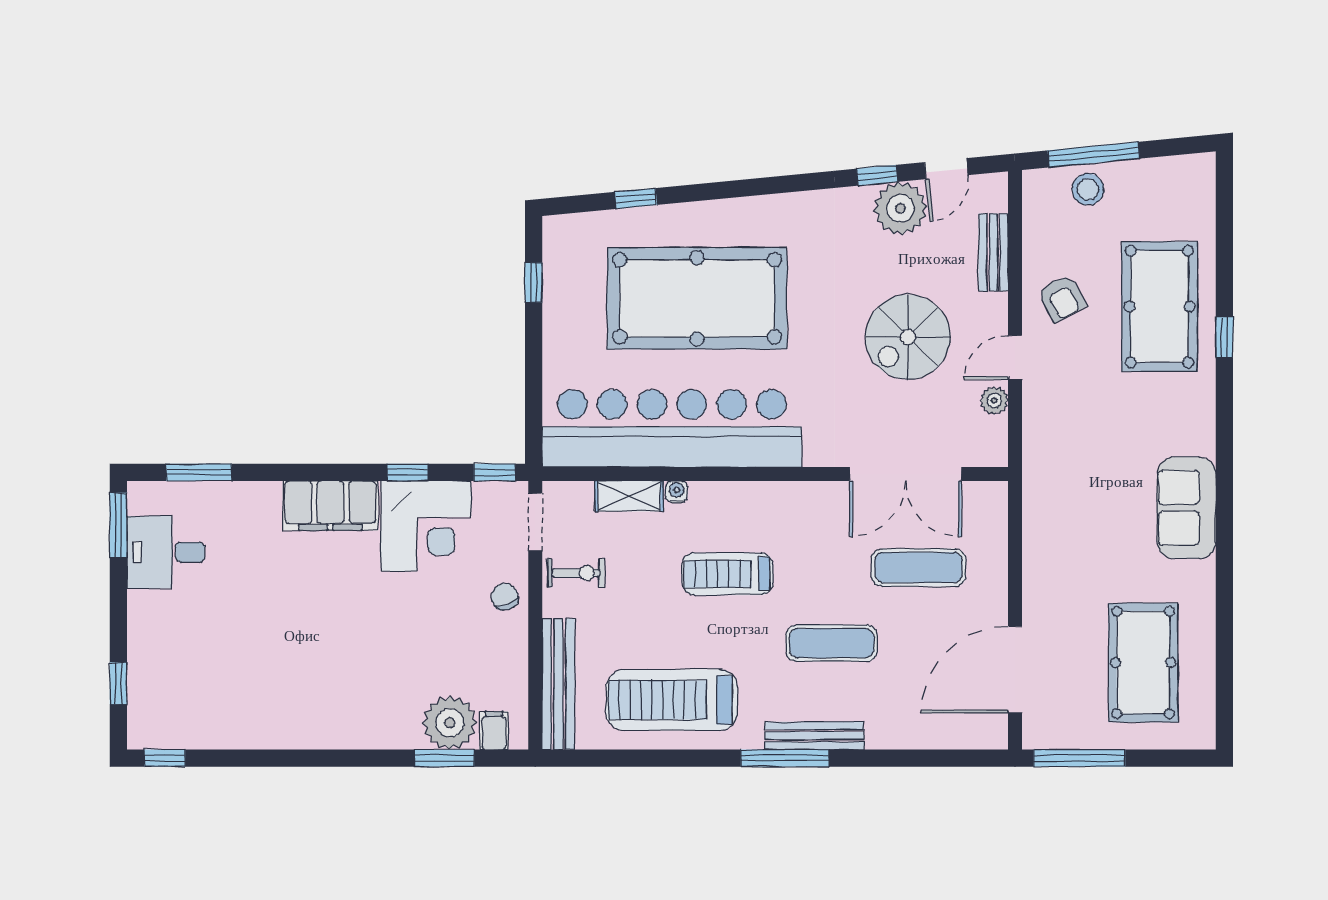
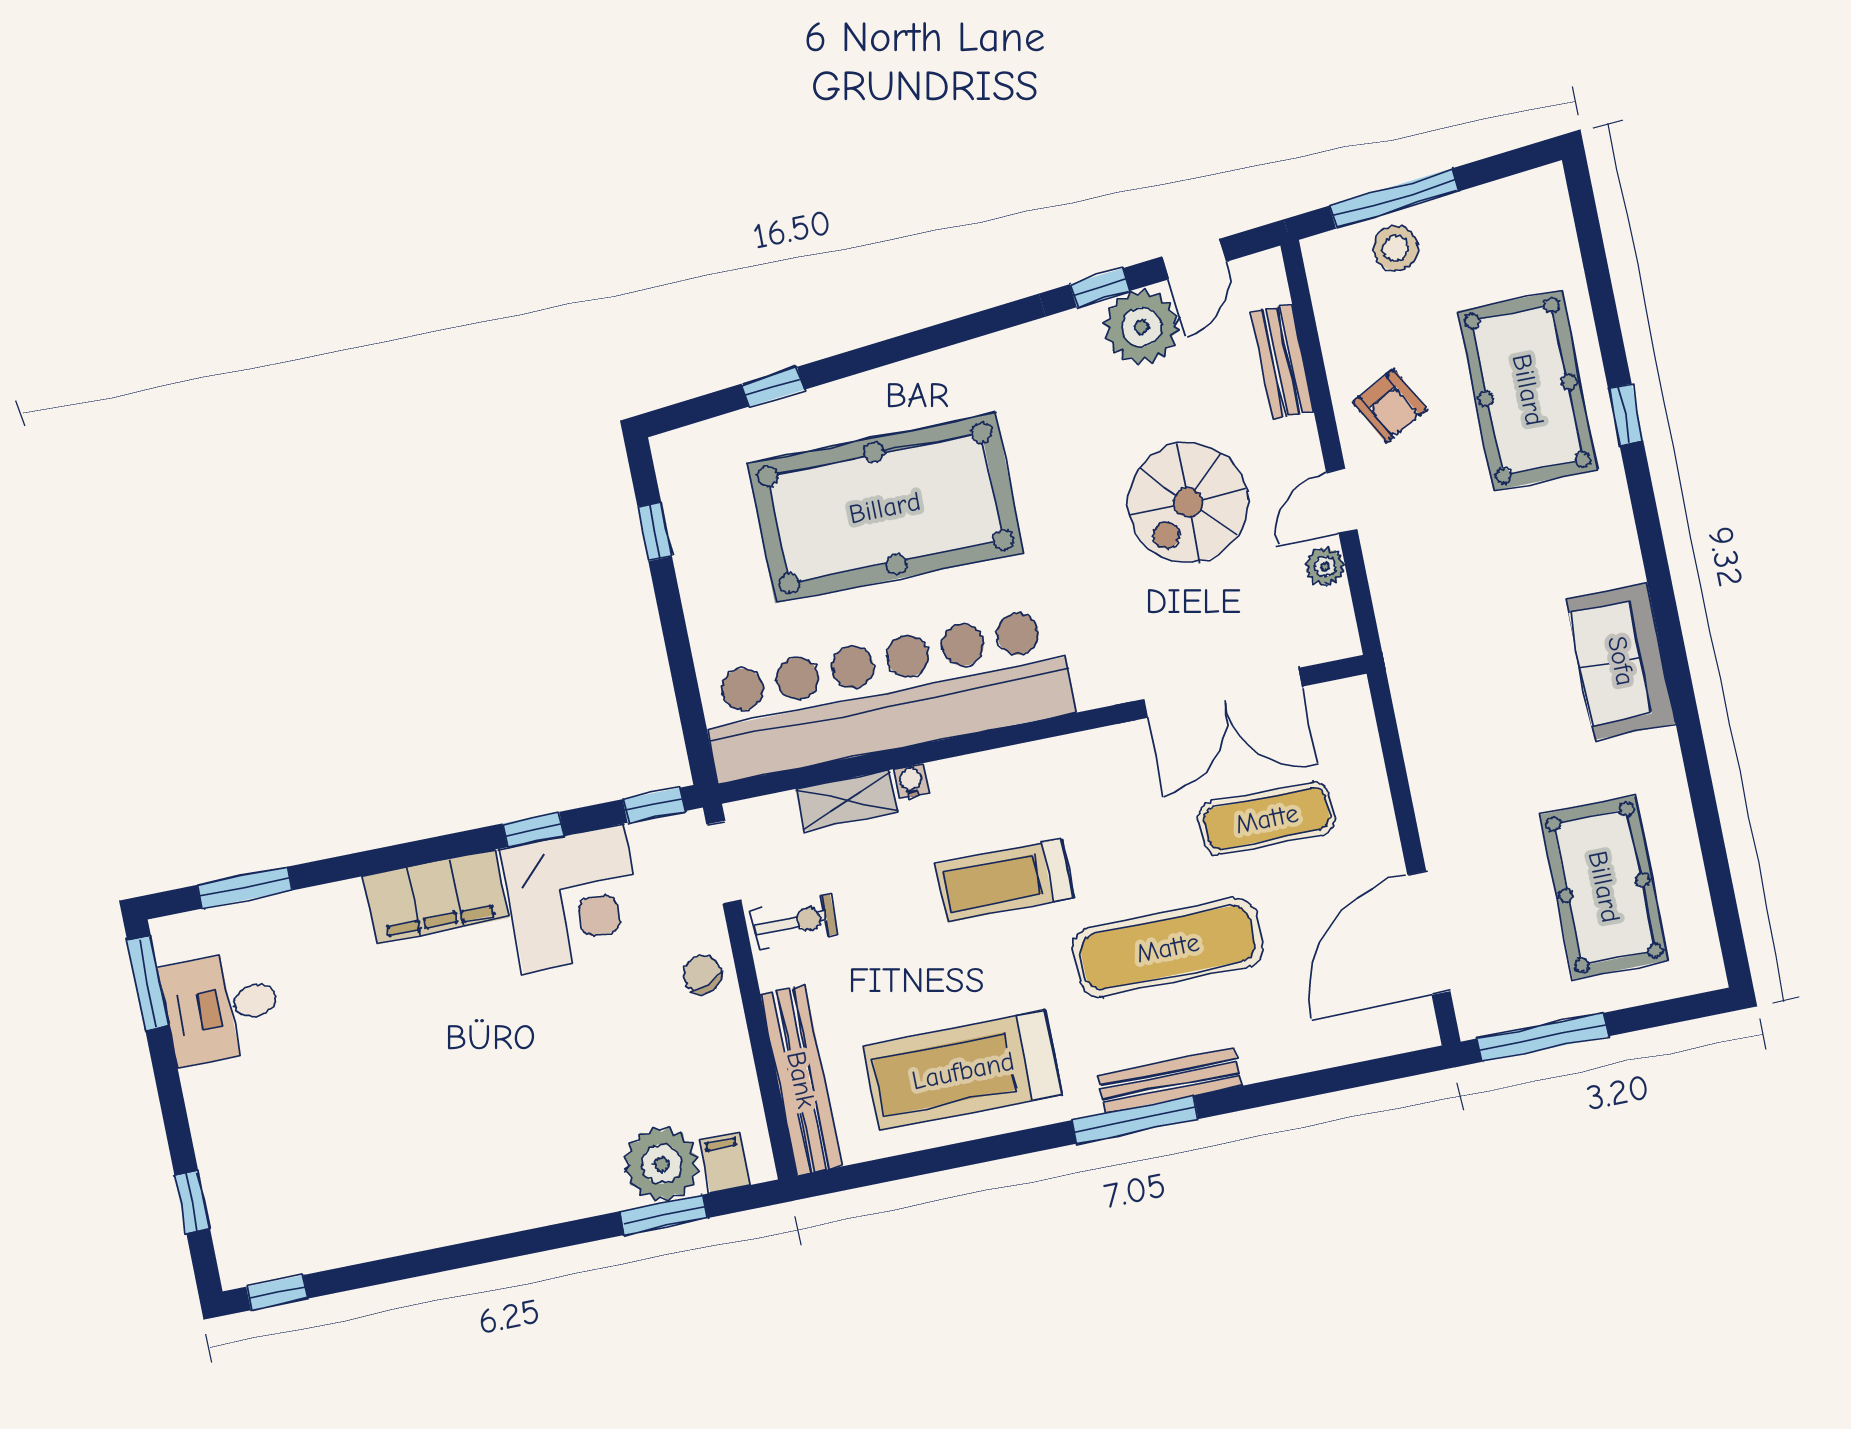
exercise mat: (832, 643) -> (1168, 948), width x1.36, depth x1.45

